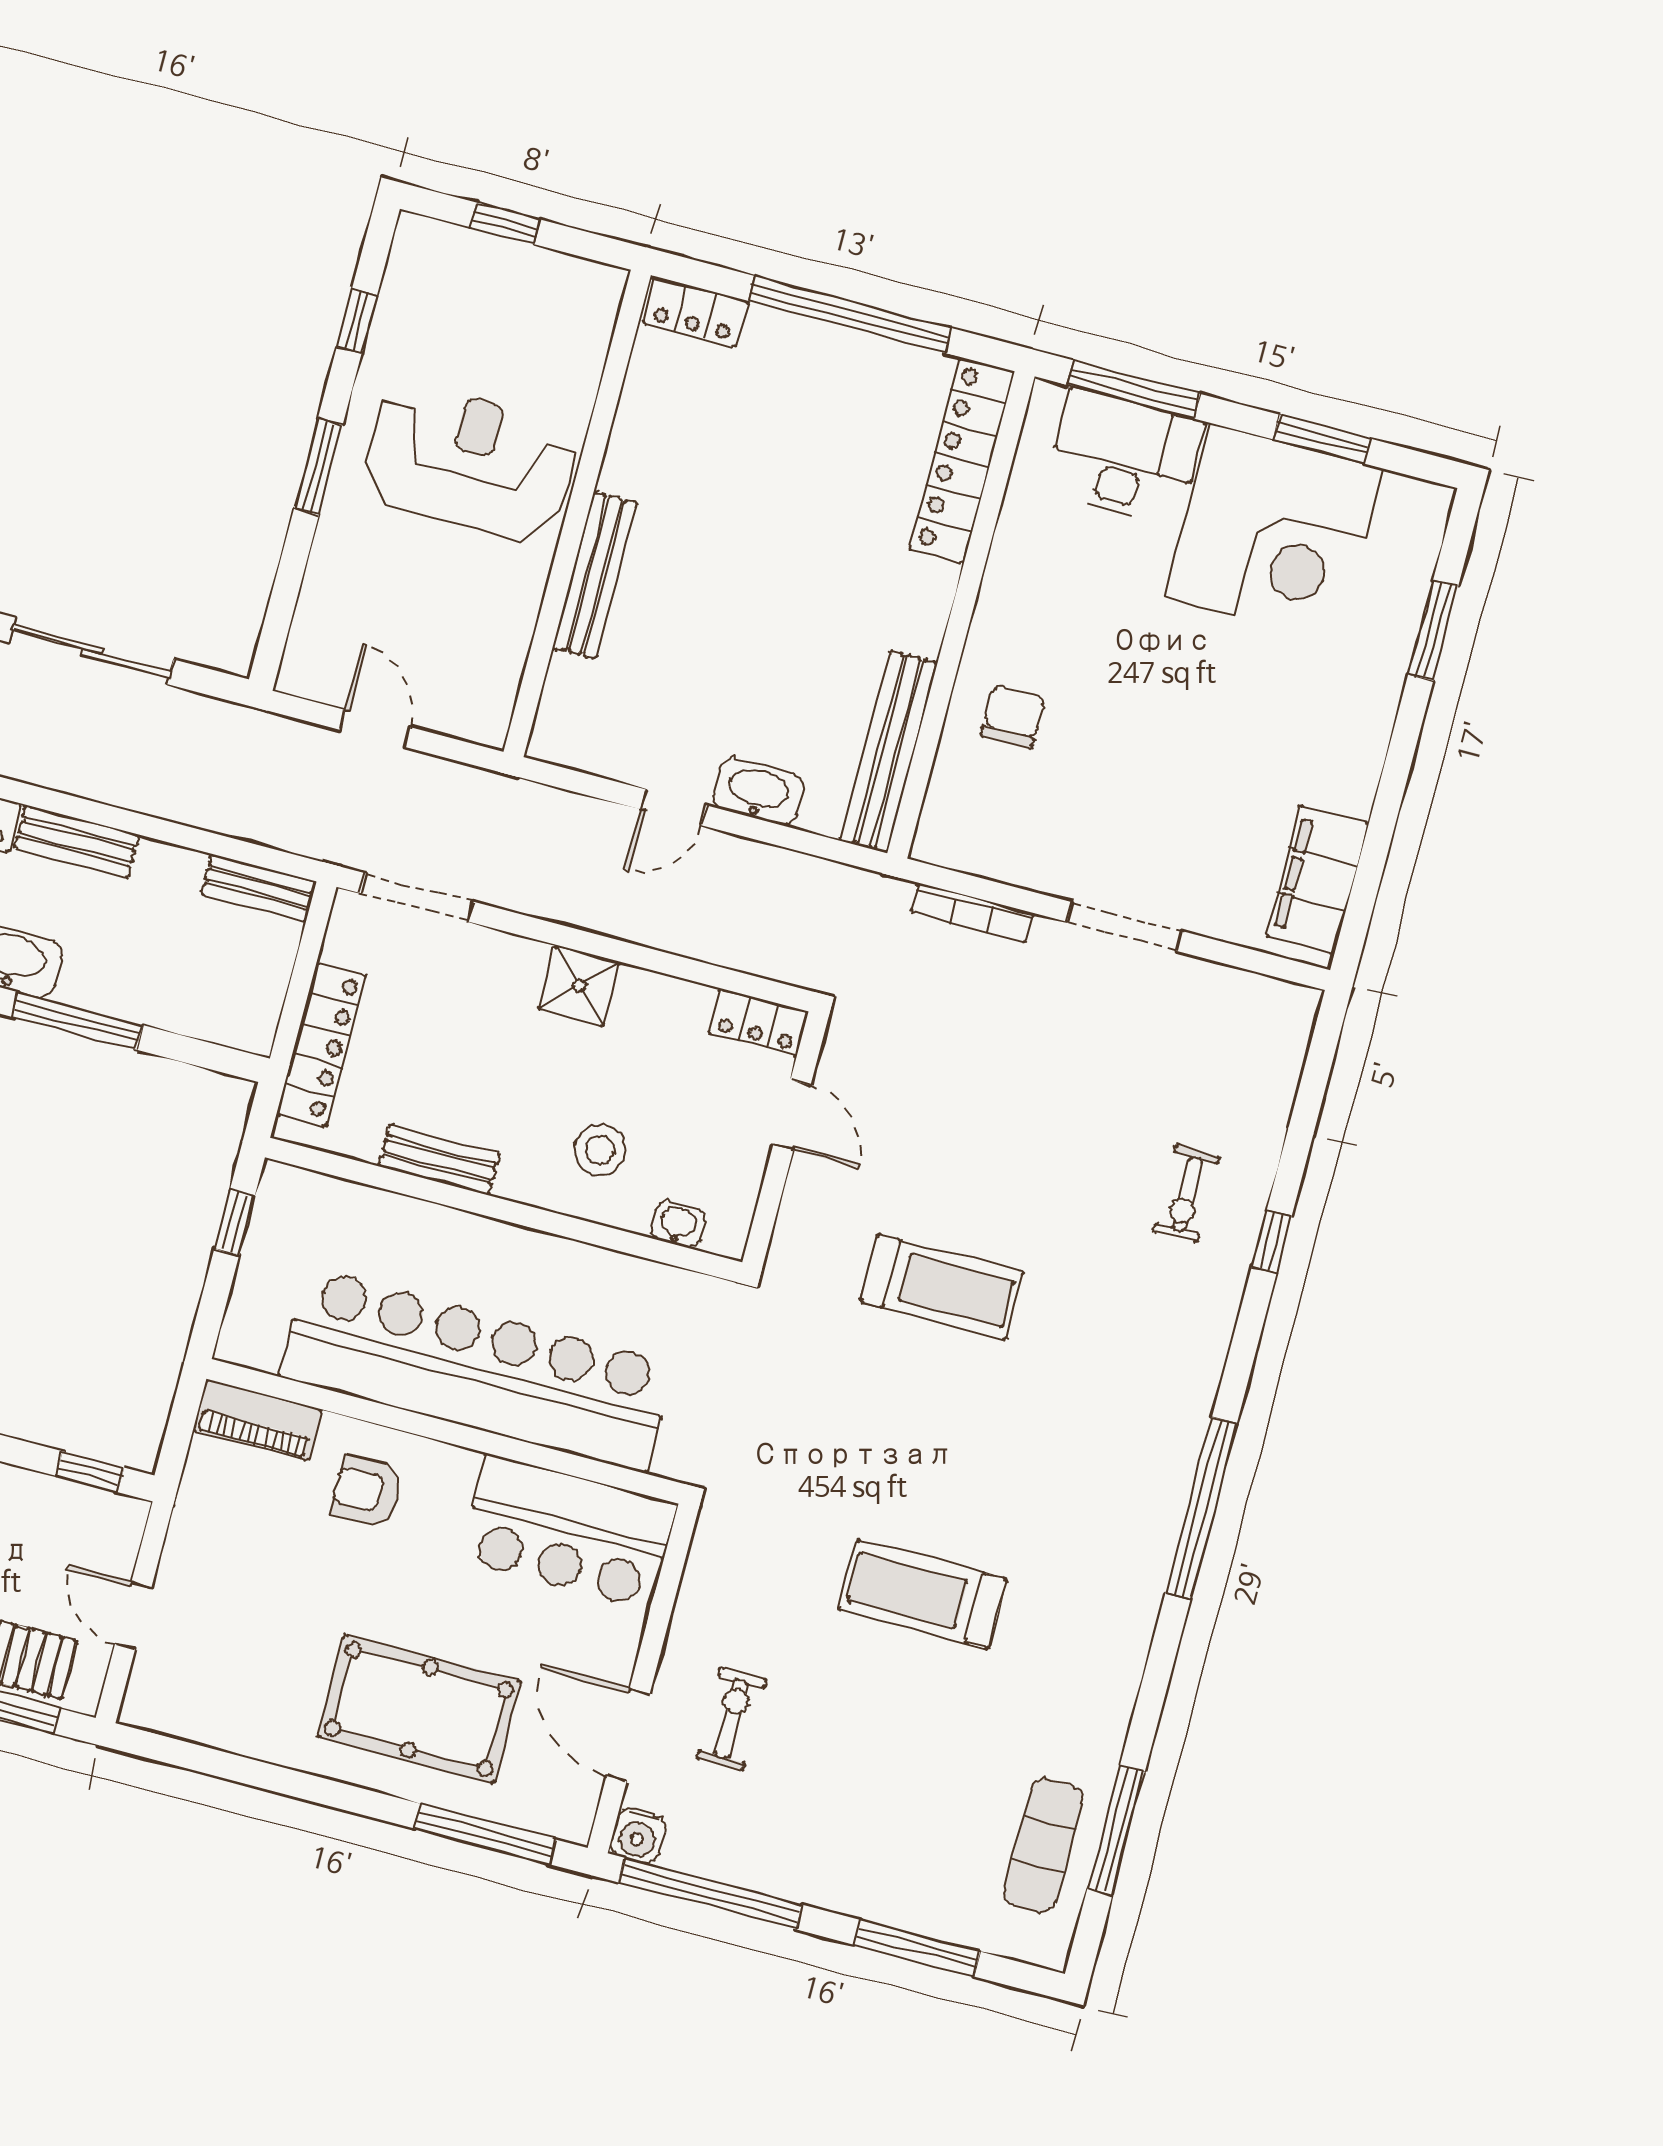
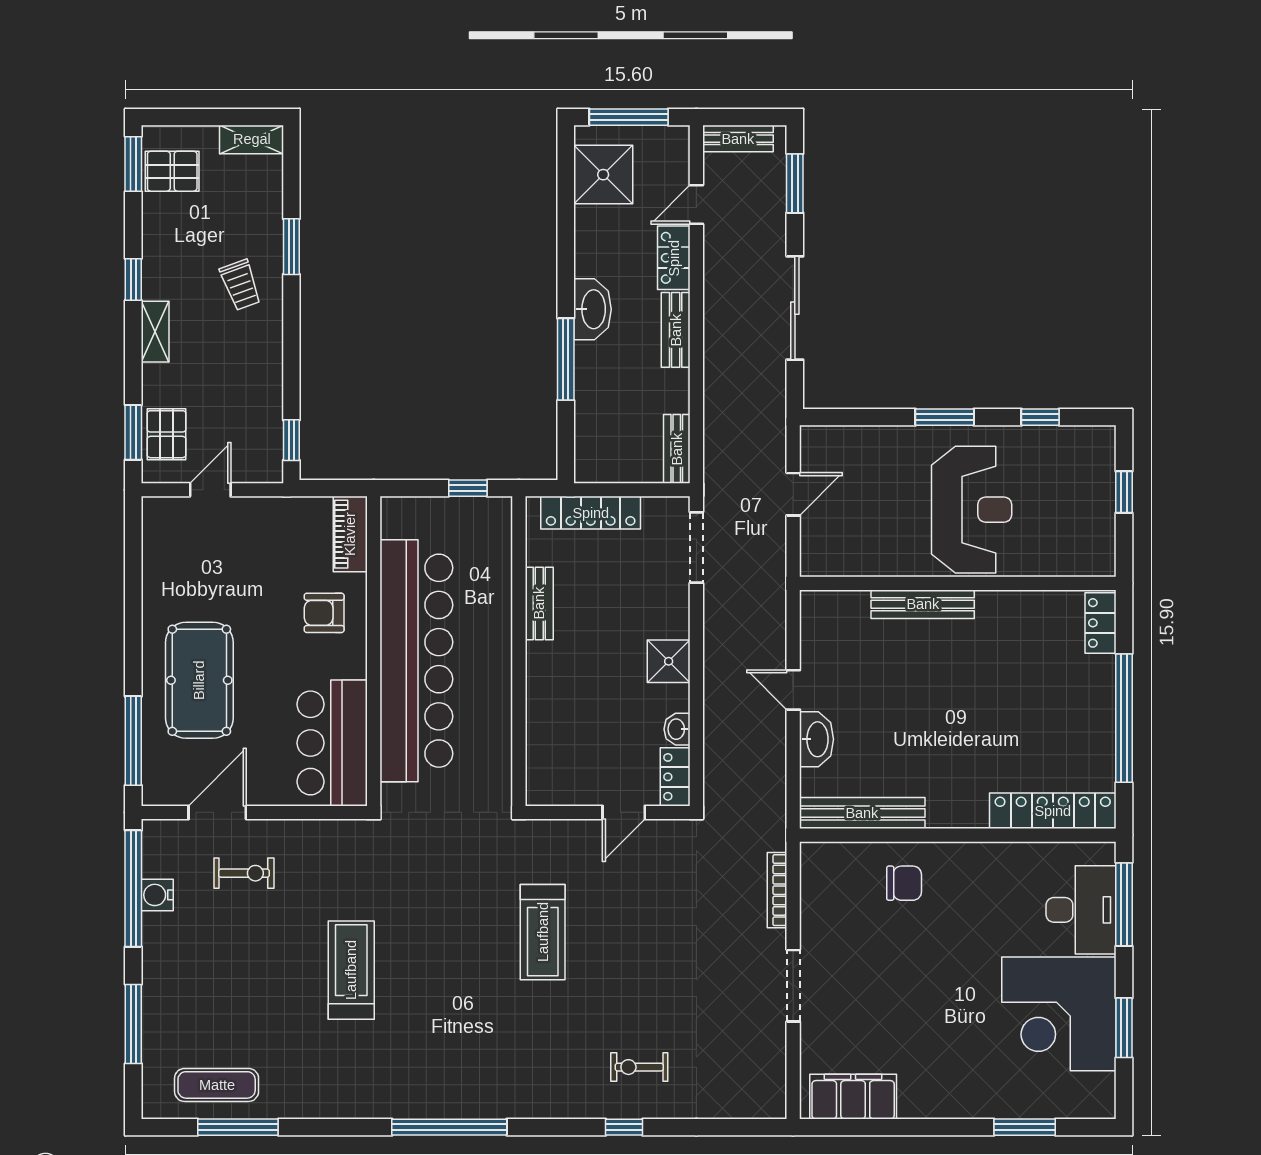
stool: (600, 1150) -> (571, 700), removed
washbasin: (678, 1224) -> (677, 729), moved, turned 180
armchair: (367, 1491) -> (324, 613), turned -90
water cooler: (638, 1835) -> (157, 895), moved

